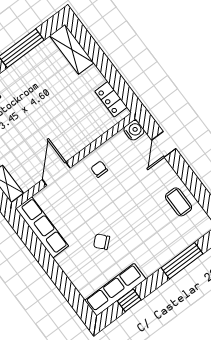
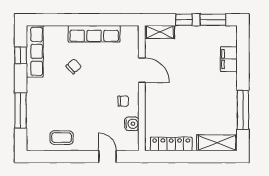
locker: (111, 99) -> (171, 144), width x1.53
water cooler: (134, 130) -> (132, 124), moved, turned -90
row of seats: (42, 227) -> (94, 34), moved

